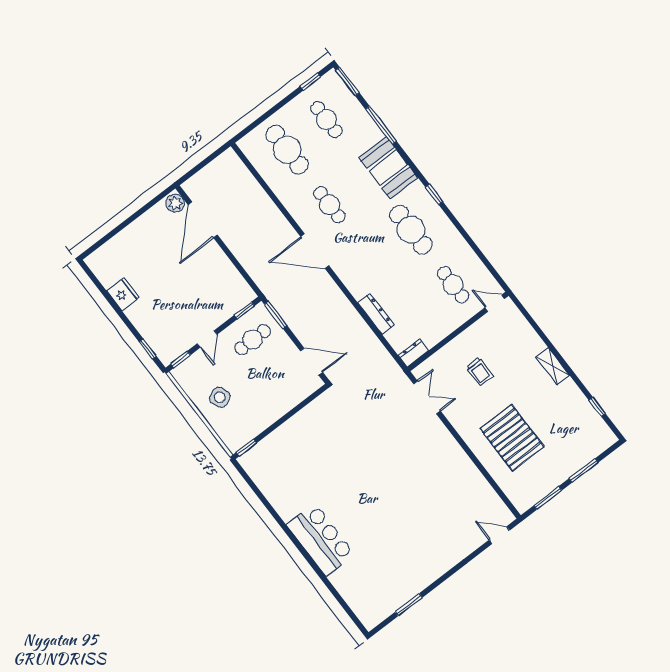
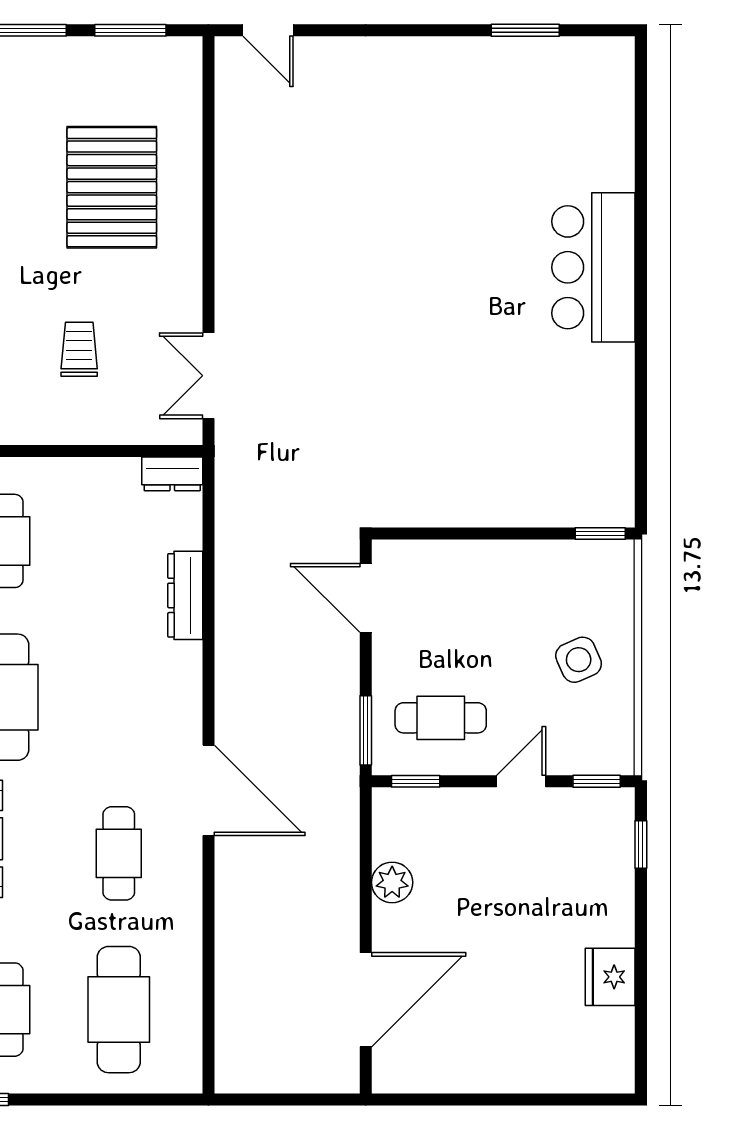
plant: (175, 203) -> (392, 882), moved

